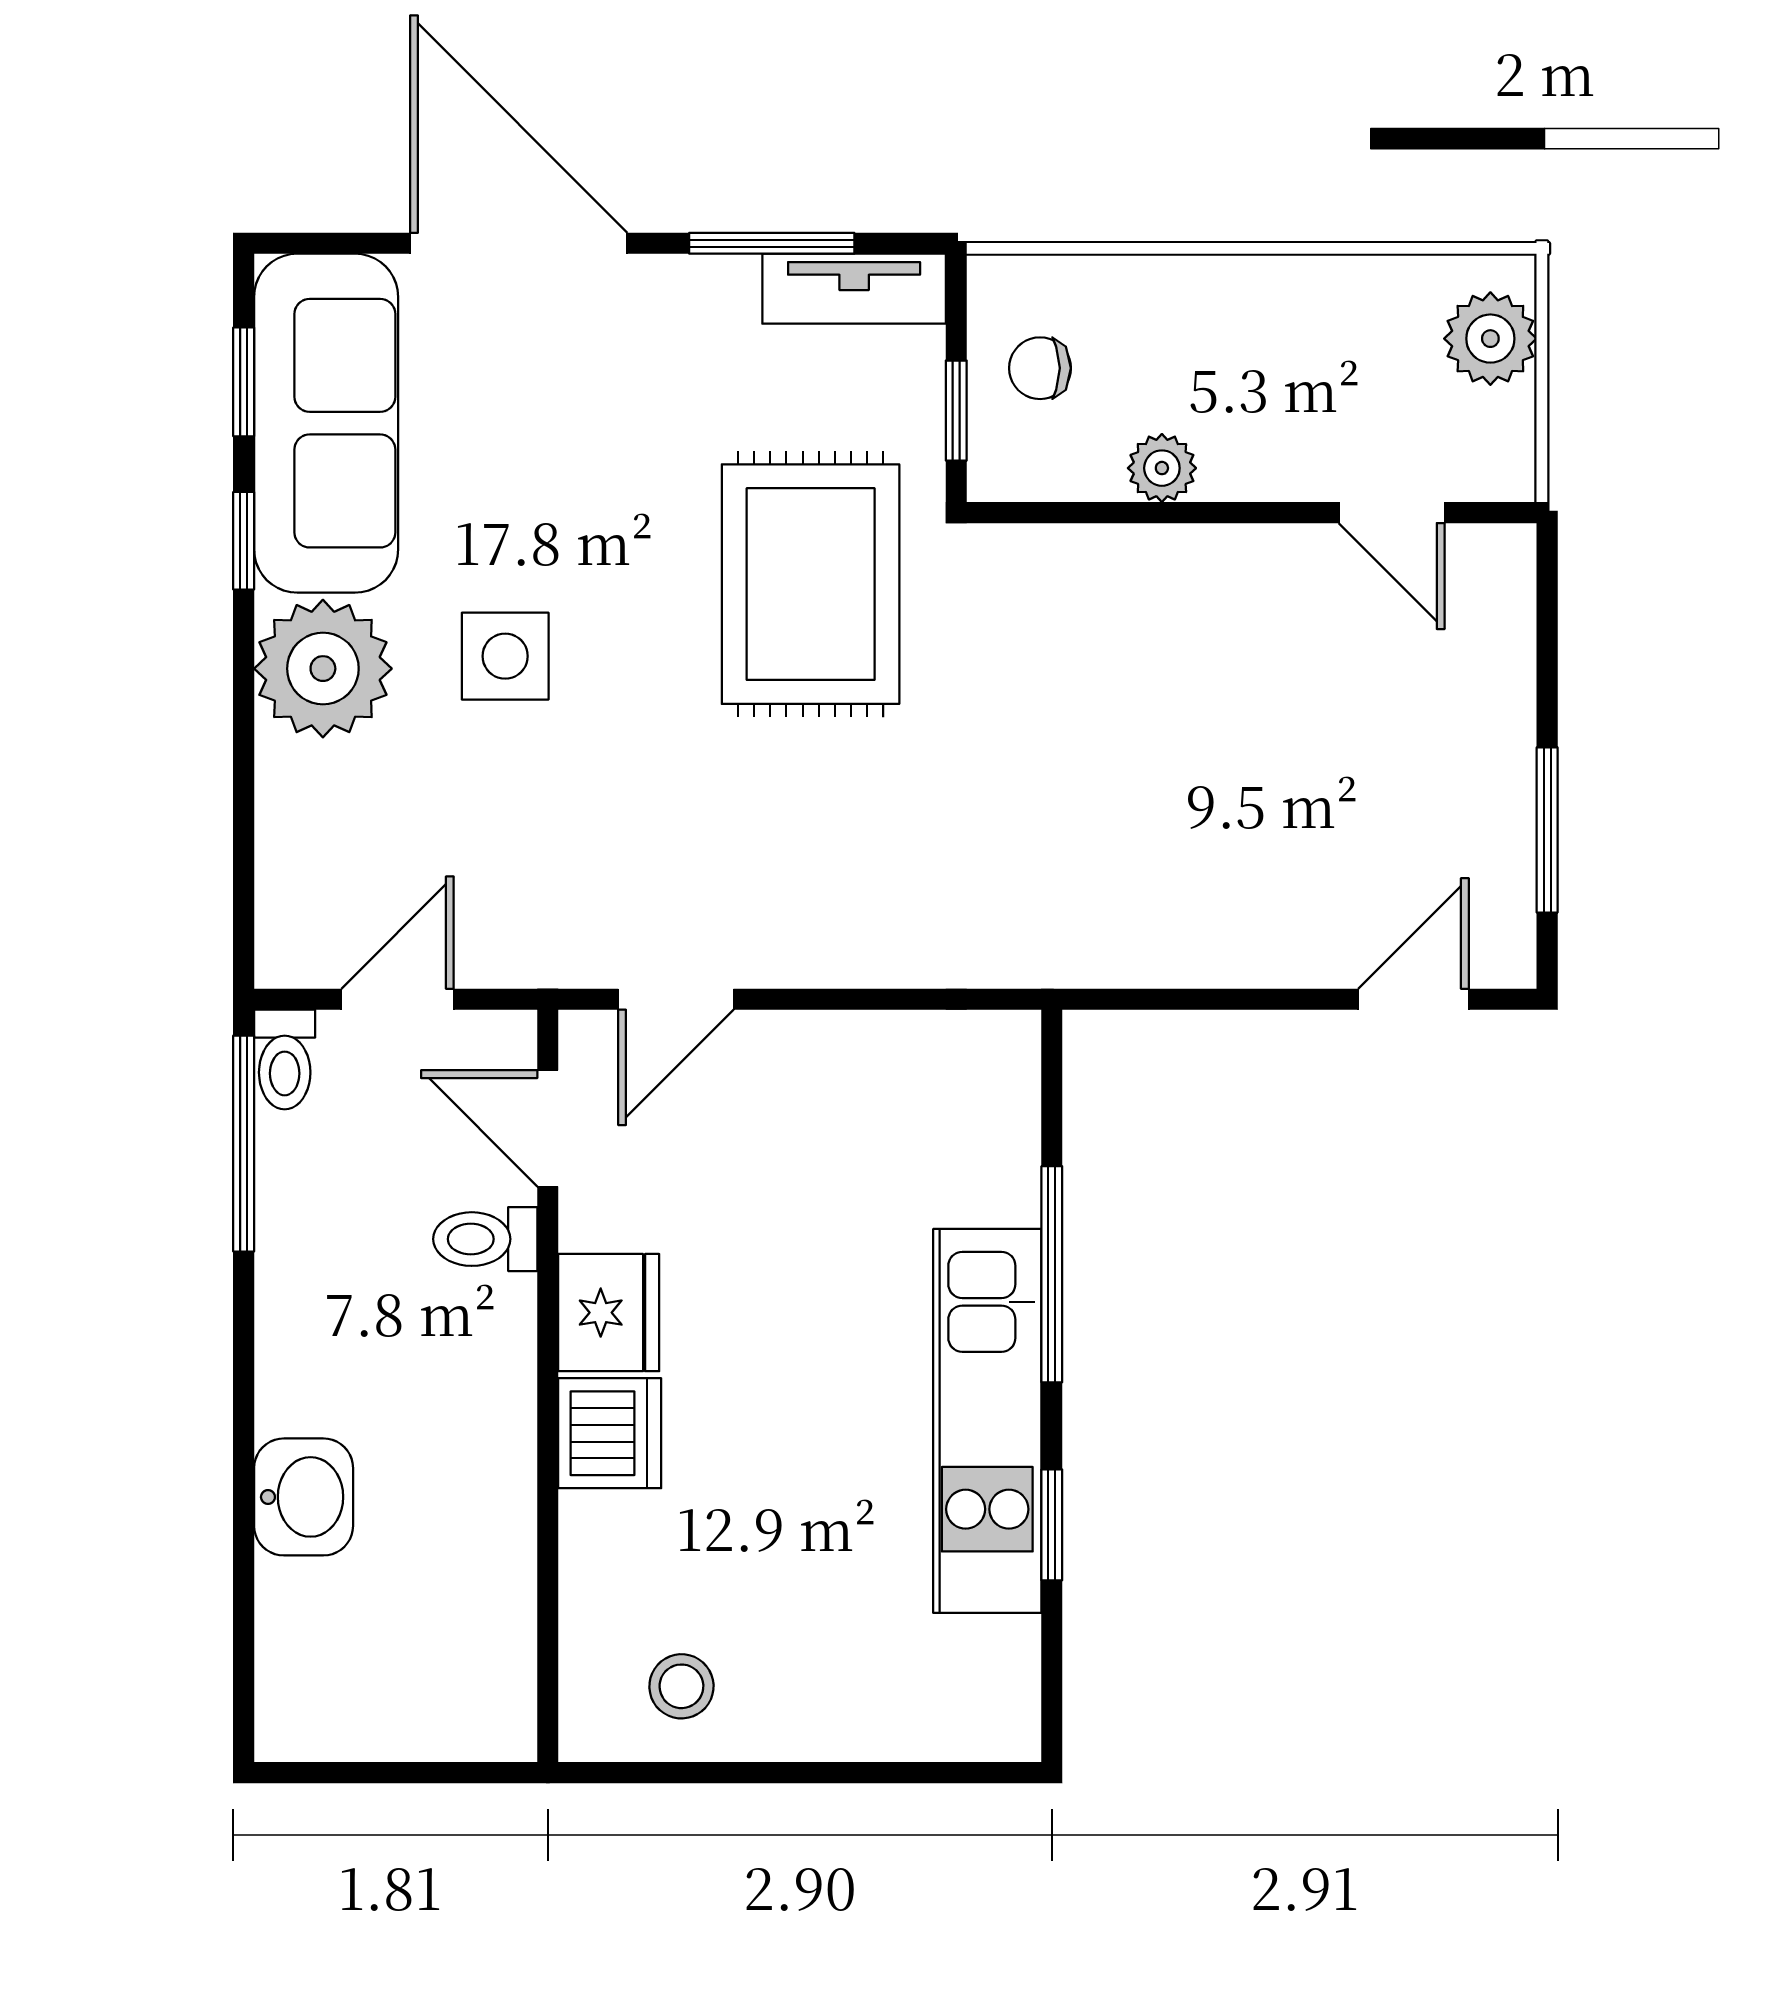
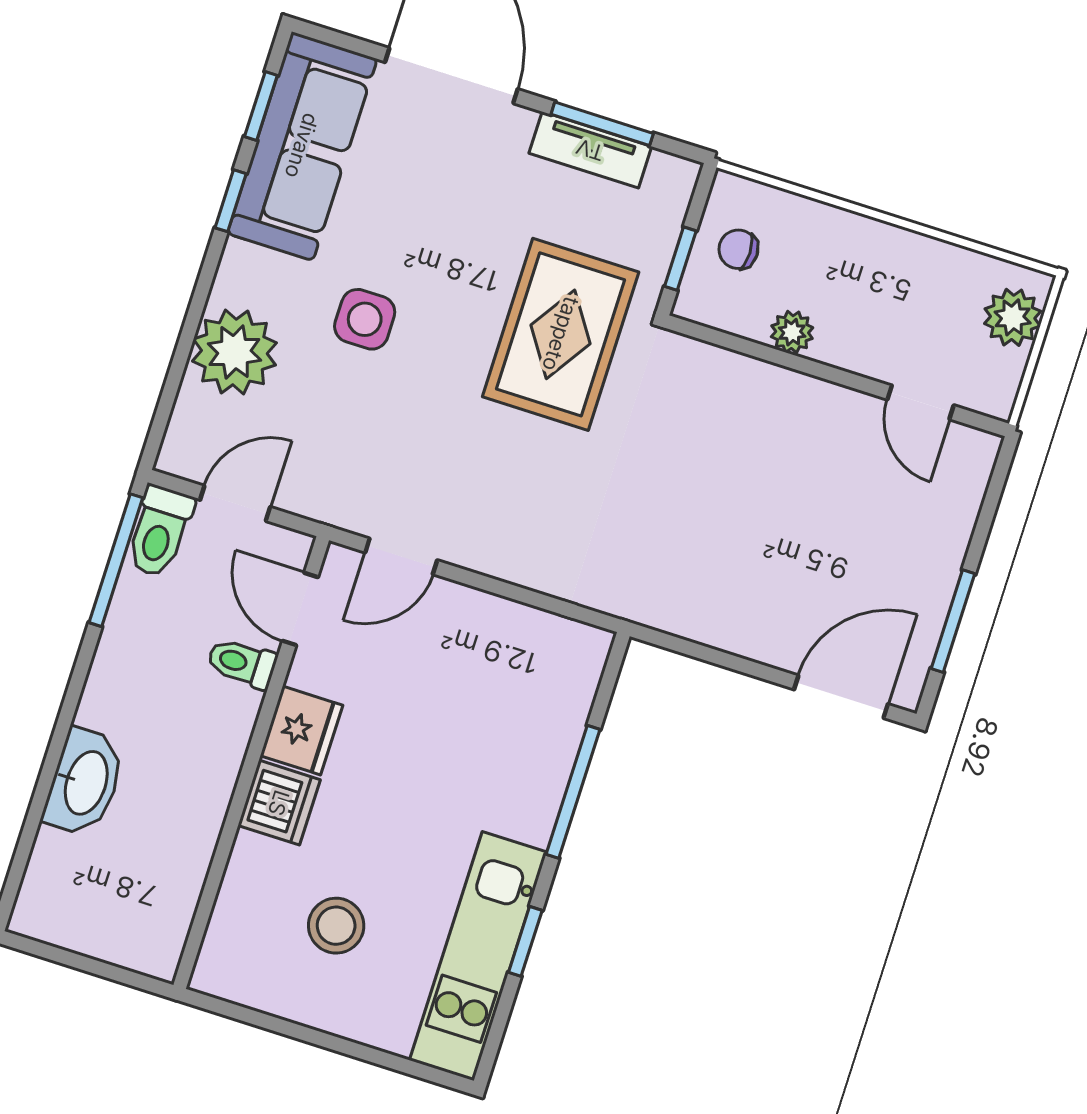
tv unit: (854, 289) -> (590, 150), moved
plant: (323, 669) -> (234, 352), moved
door: (1413, 999) -> (841, 697), width x1.38
toilet: (285, 1059) -> (160, 531), width x1.37, depth x1.39
kitchen unit: (987, 1421) -> (478, 956), moved
washbasin: (304, 1497) -> (84, 782), width x1.38
stool: (681, 1686) -> (336, 926), moved, width x1.37, depth x1.37

